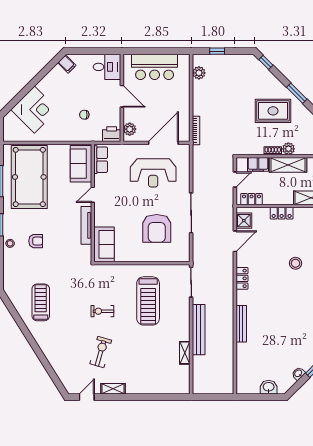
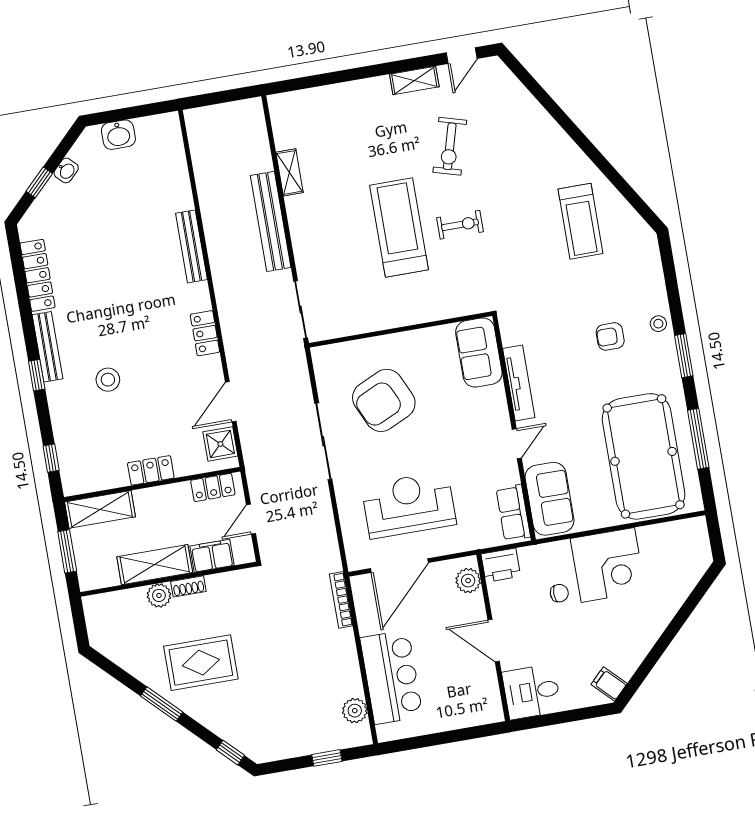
bar counter: (155, 67) -> (391, 677), moved, turned 90
corner desk: (34, 110) -> (608, 565), moved, turned -135
armchair: (157, 228) -> (384, 400), turned -115
treadmill: (148, 301) -> (399, 228), moved

